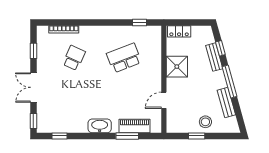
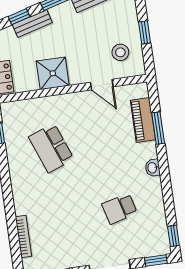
school desk: (74, 58) -> (120, 209), moved, turned -39
stool: (205, 122) -> (120, 52), moved
washbasin: (100, 126) -> (153, 168), width x0.52, depth x0.69
window: (60, 136) -> (173, 236), moved

